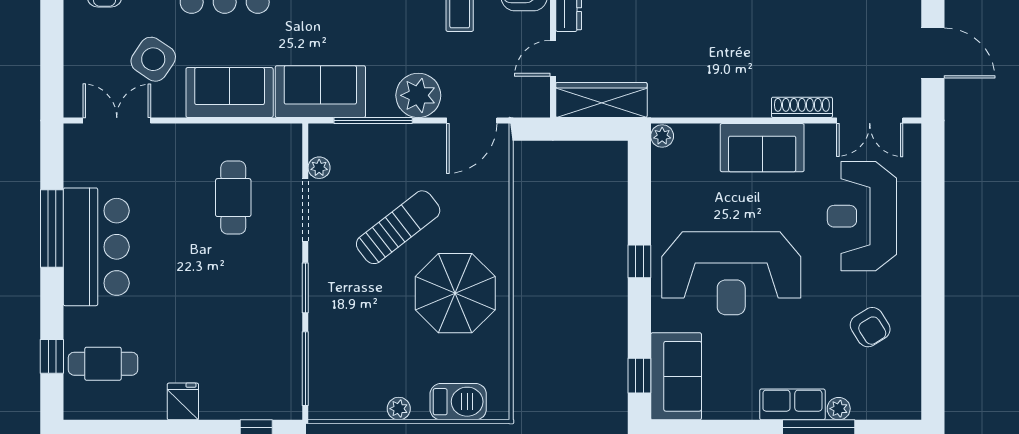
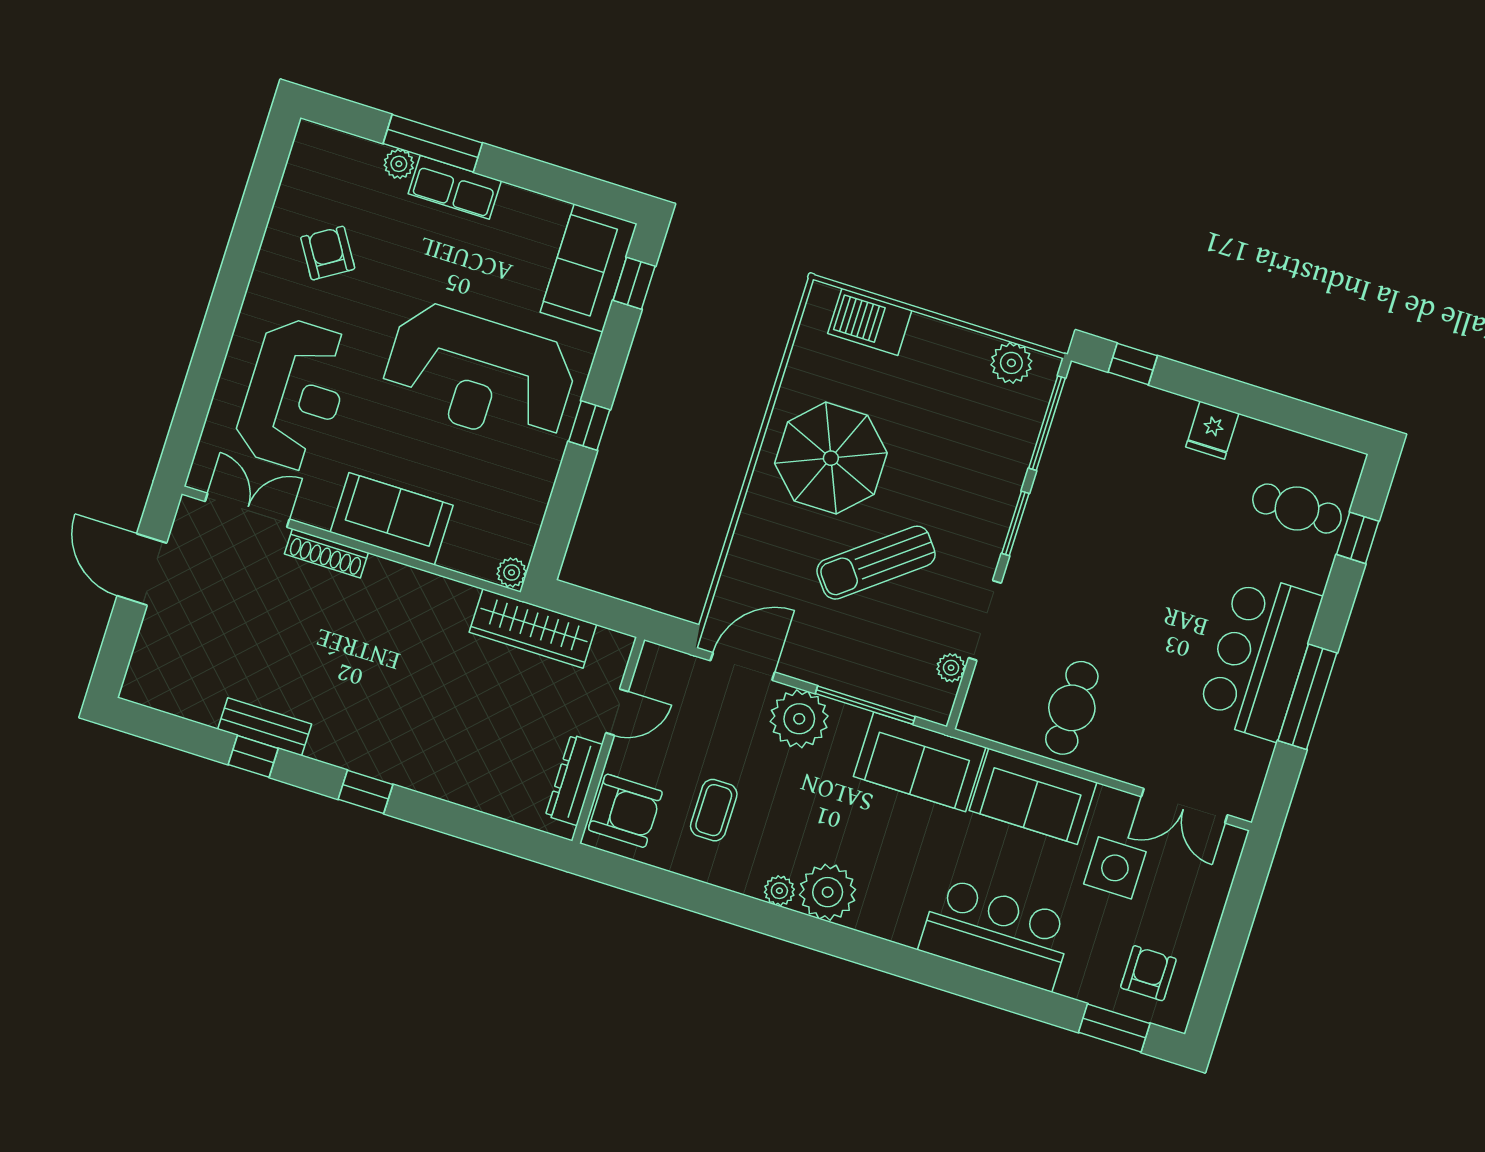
side table: (153, 59) -> (1115, 868), turned -34
wardrobe: (601, 100) -> (533, 628), moved
cafe table: (233, 198) -> (1072, 708), moved
reception desk: (731, 273) -> (480, 375), turned 180
plant: (399, 409) -> (1011, 363), moved, width x1.38, depth x1.38

